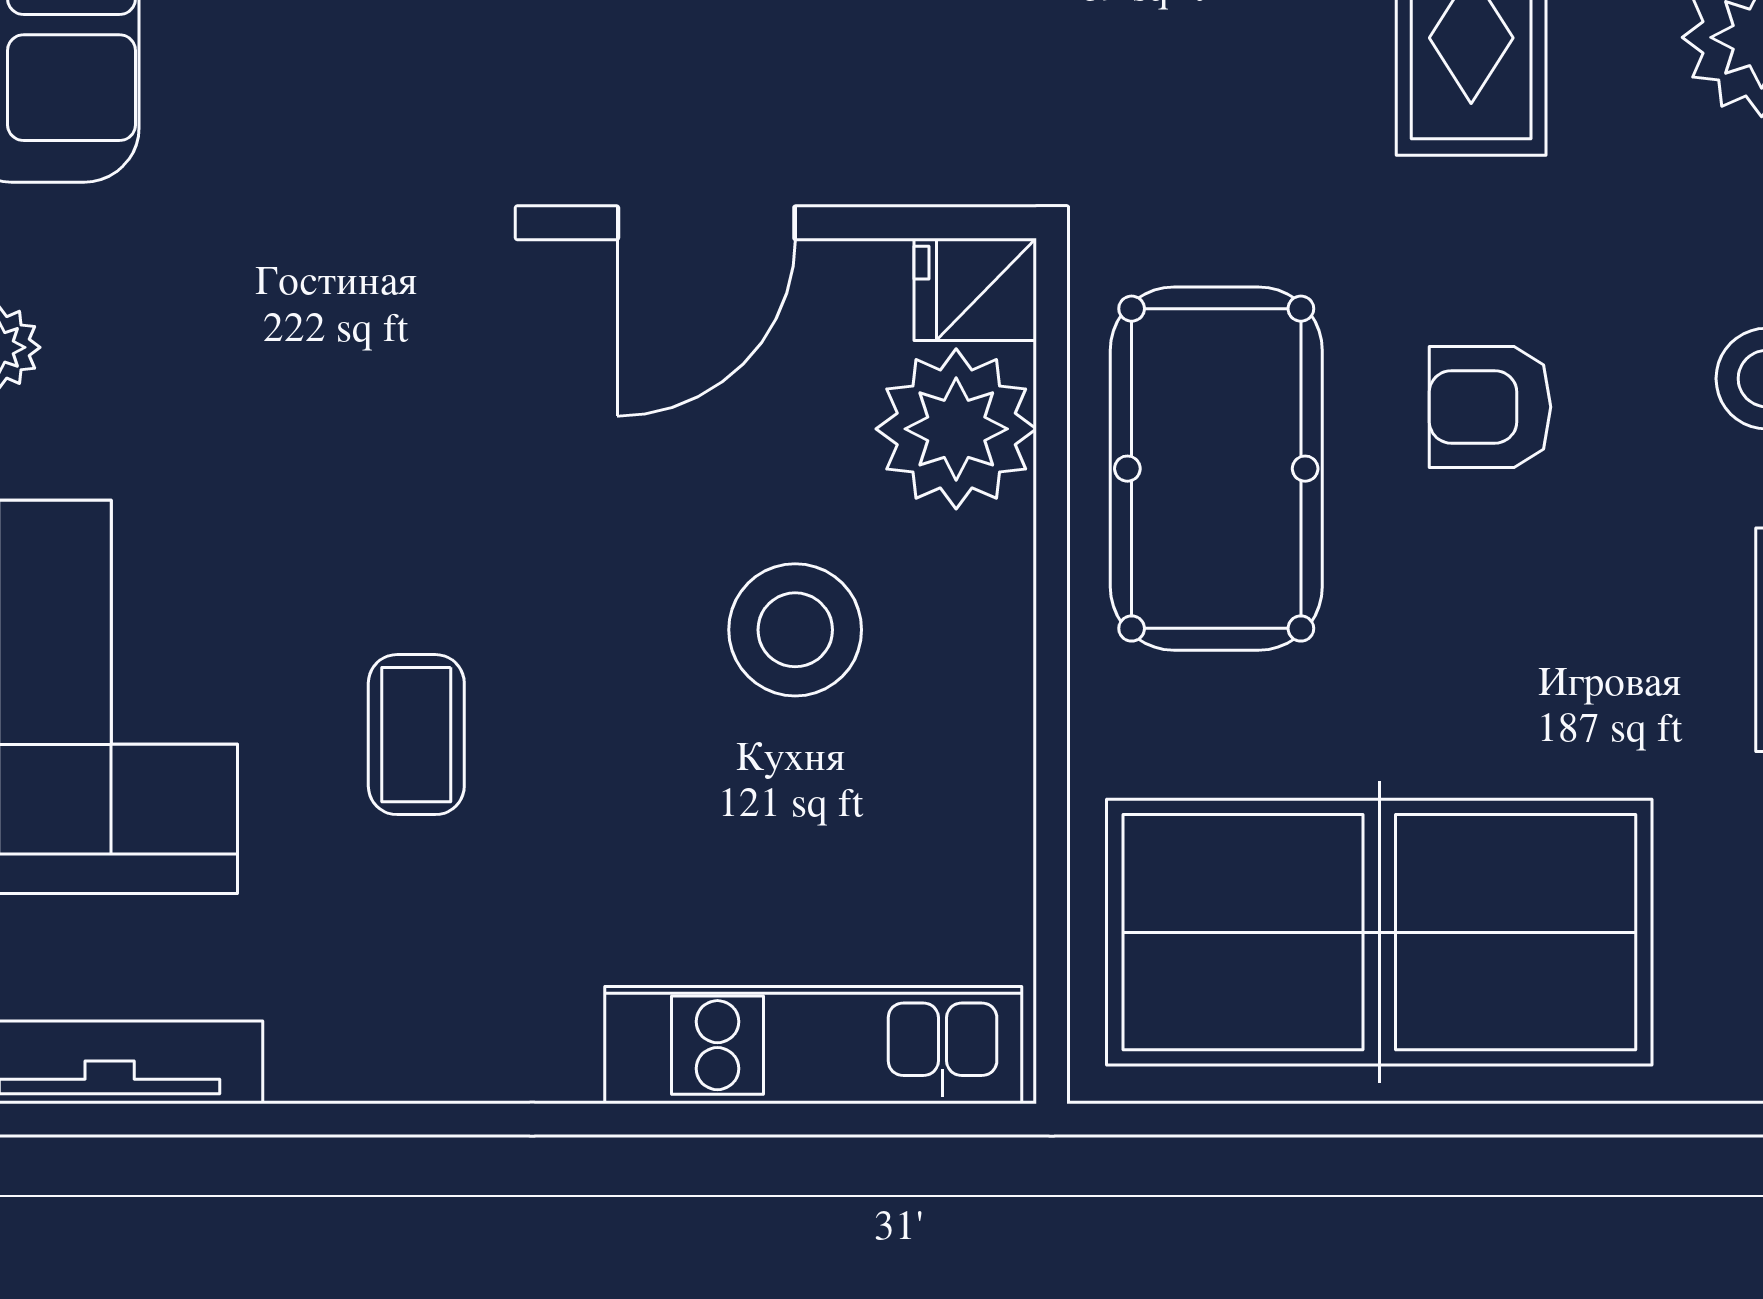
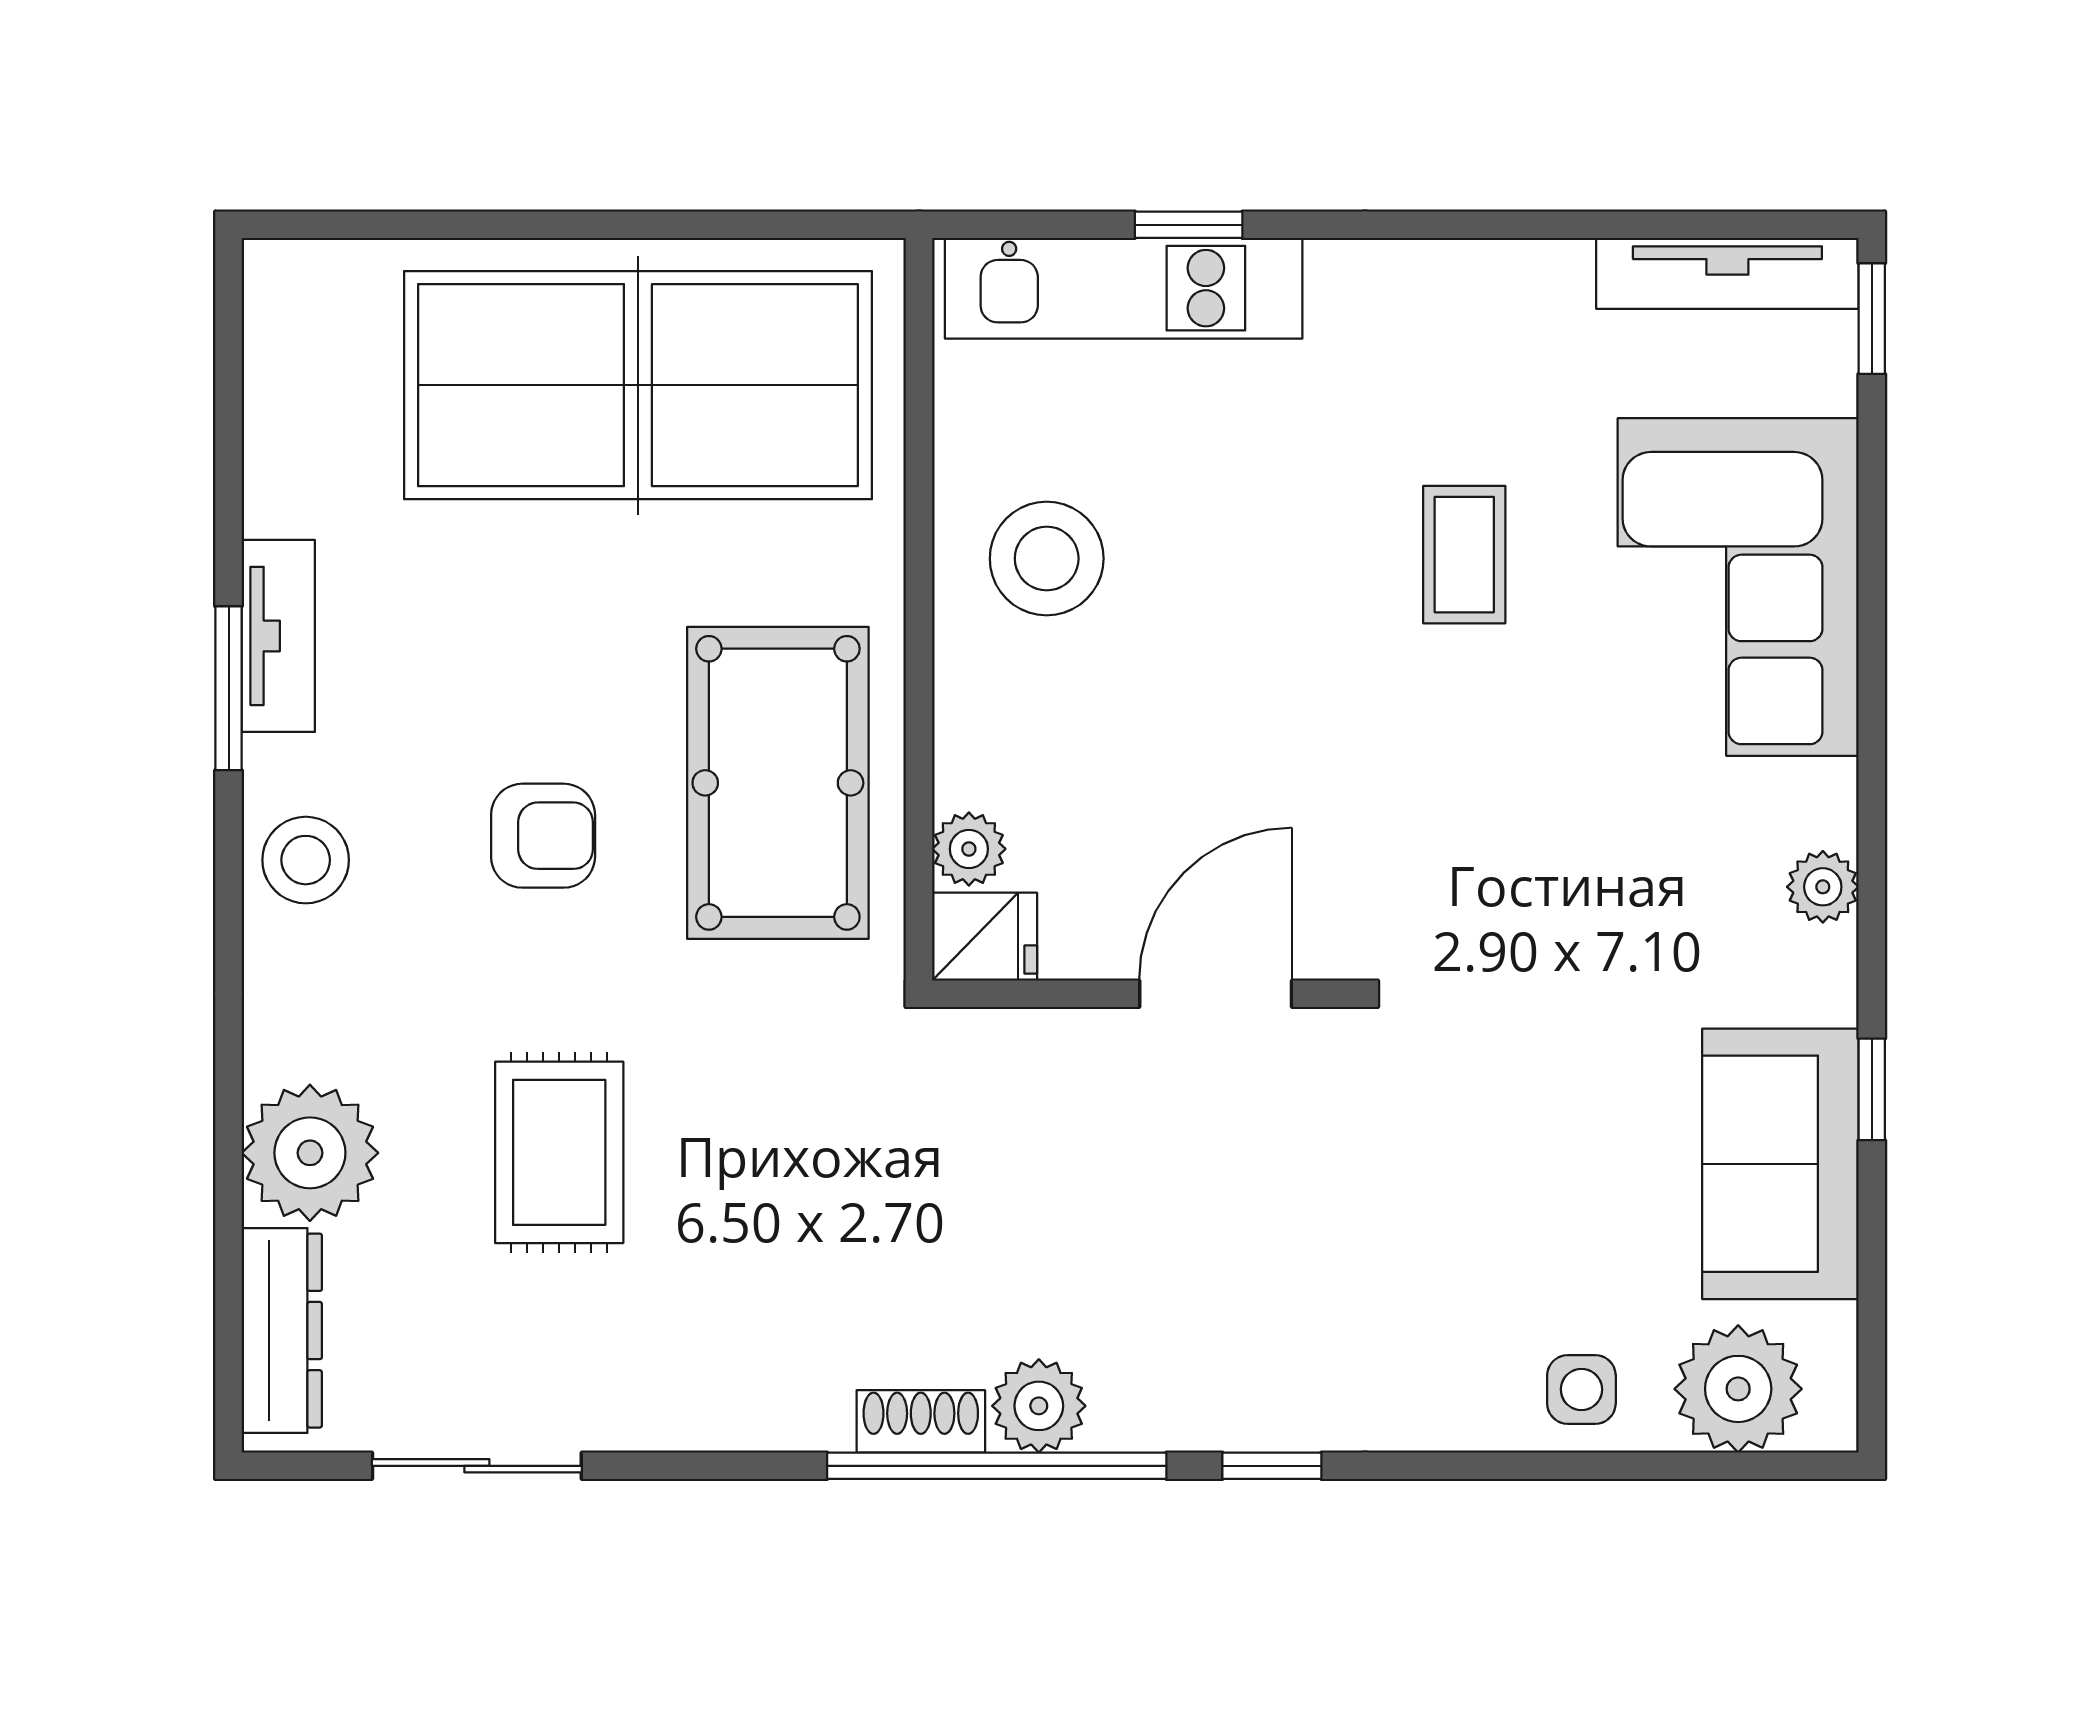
plant: (956, 429) -> (969, 849), width x0.53, depth x0.53
stool: (795, 630) -> (1047, 559), moved
window: (738, 1119) -> (1189, 225), added

